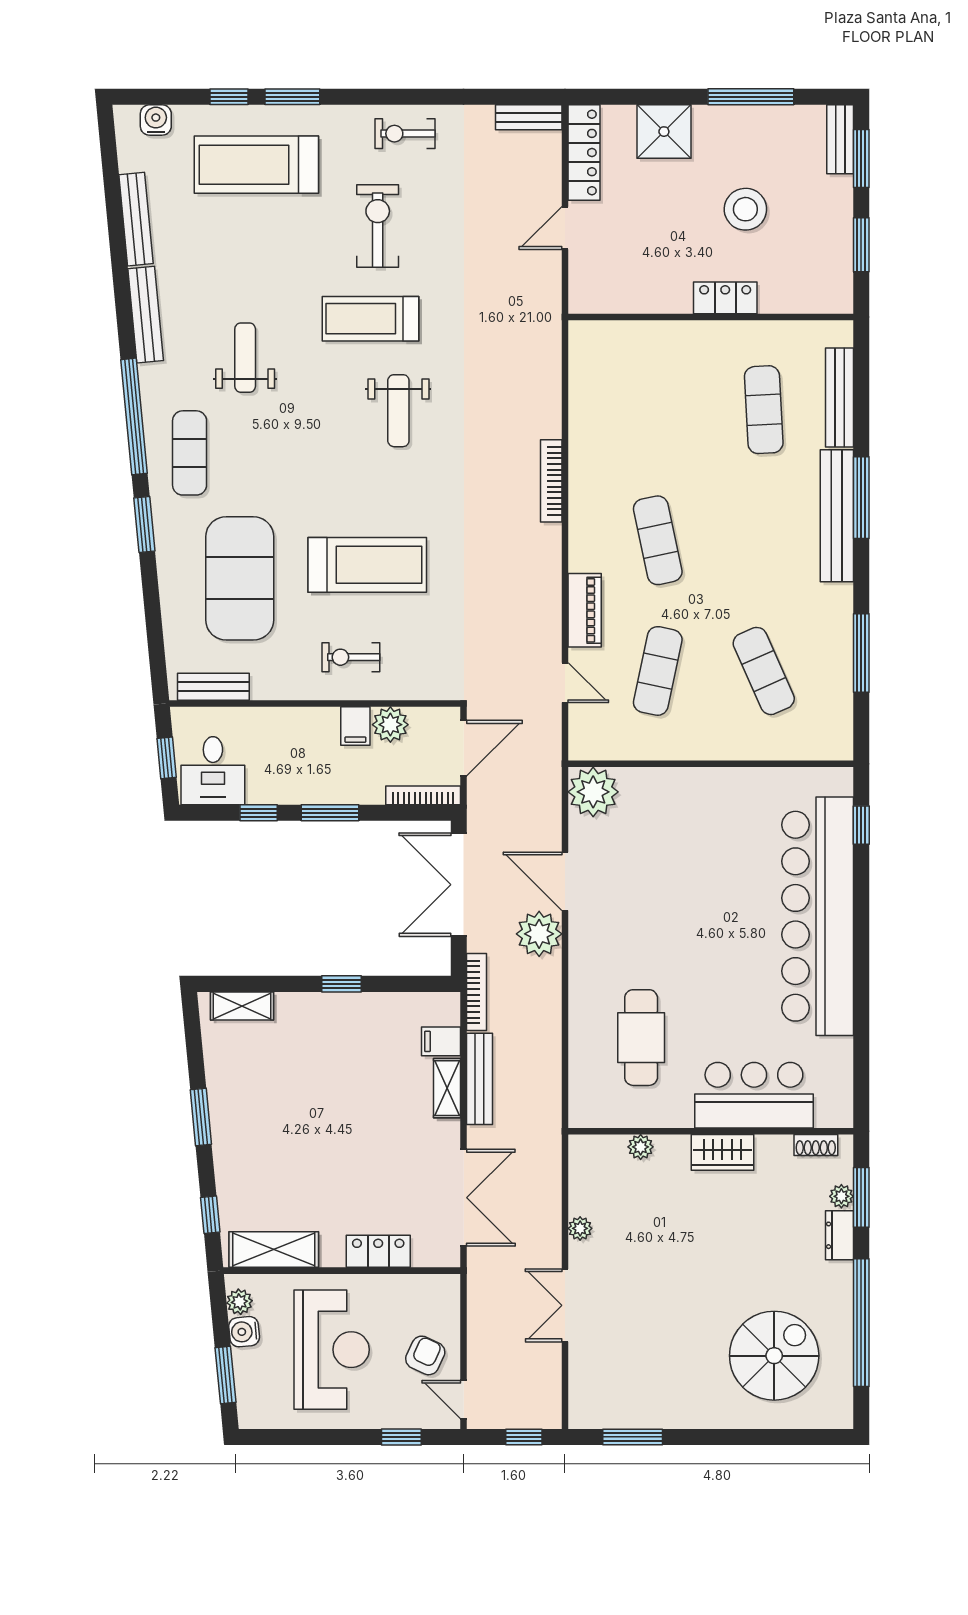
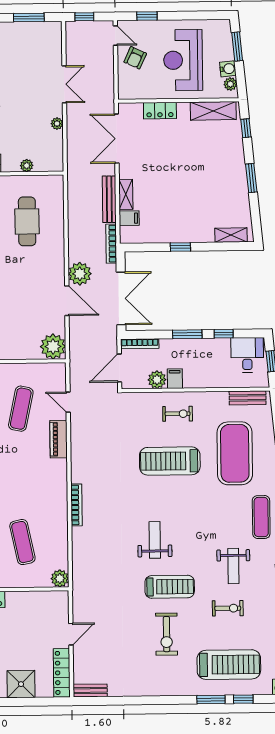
exercise bike: (405, 134) -> (228, 608), moved
plant: (585, 337) -> (60, 578), added
exercise mat: (658, 540) -> (22, 542), moved

